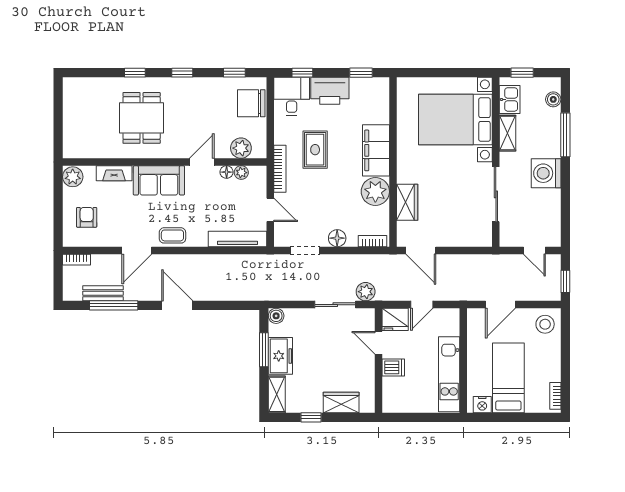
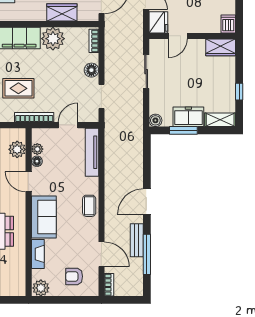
door: (137, 250) -> (101, 254), moved
plant: (366, 292) -> (135, 47), removed
bench: (103, 293) -> (137, 240), moved
dishwasher: (393, 367) -> (228, 24), moved
wardrobe: (341, 403) -> (221, 47), moved, turned -90

